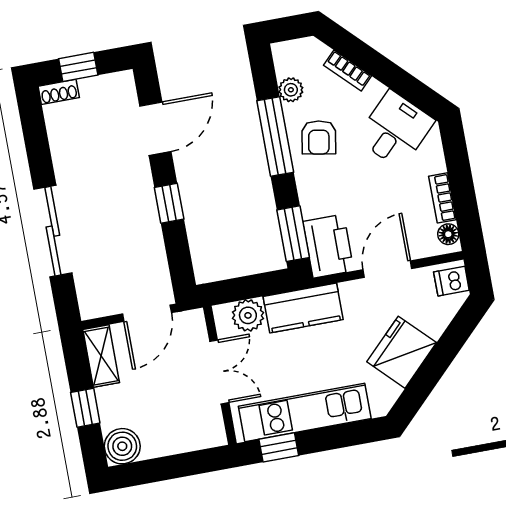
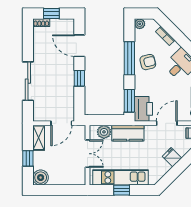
plant: (291, 90) -> (140, 24), moved
door: (155, 129) -> (79, 46), swing flipped
armchair: (319, 137) -> (148, 62), turned -114
fridge: (402, 352) -> (172, 157), width x0.53, depth x0.75
window: (279, 447) -> (122, 190), moved

